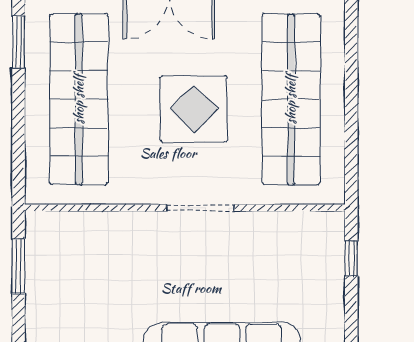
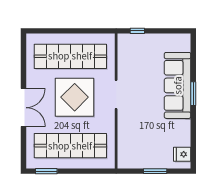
display table: (194, 109) -> (75, 97), width x1.36, depth x1.36
window: (18, 266) -> (155, 171), moved

